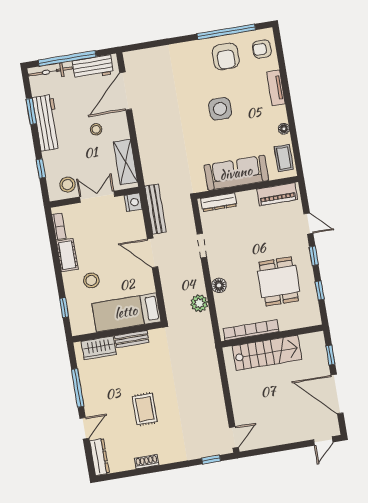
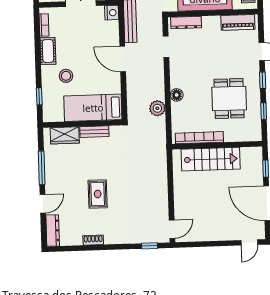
doorway: (202, 246) -> (166, 47), moved

